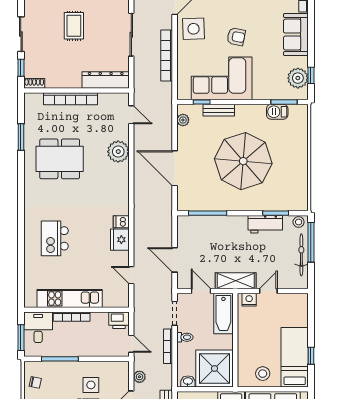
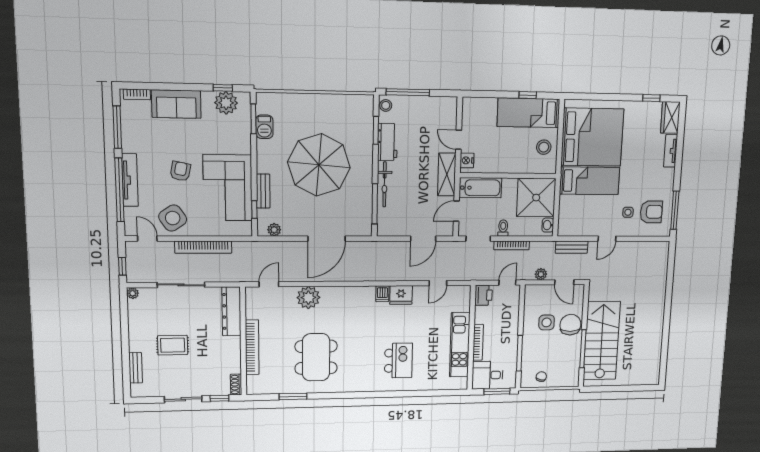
side table: (194, 29) -> (173, 218), turned -32
kitchen island: (55, 238) -> (398, 361), turned -90
bicycle: (301, 255) -> (385, 184), moved, turned -90

